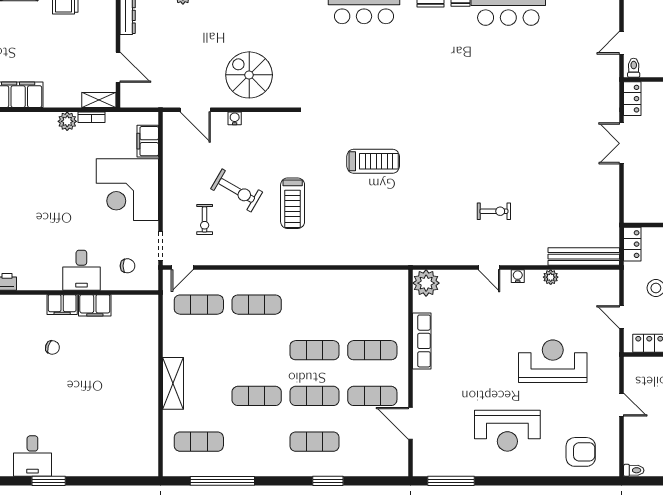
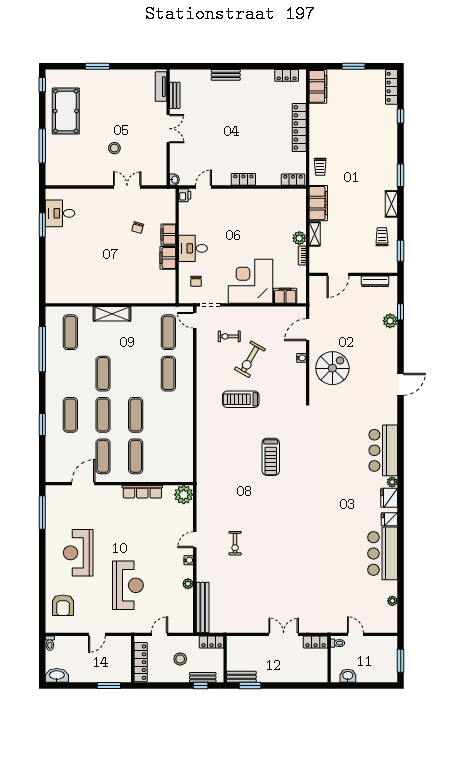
shelving: (99, 100) -> (315, 234), moved

